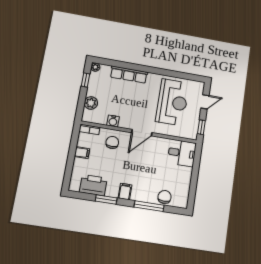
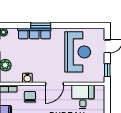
window: (137, 67) -> (41, 26), added
desk: (182, 153) -> (83, 97), moved, turned -90

